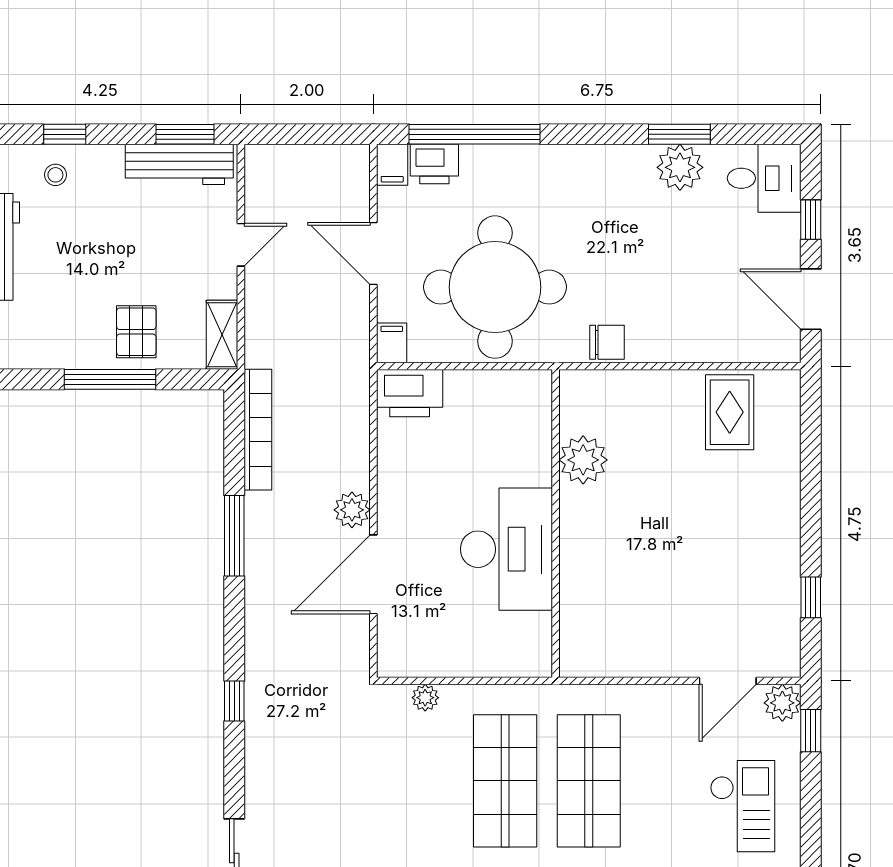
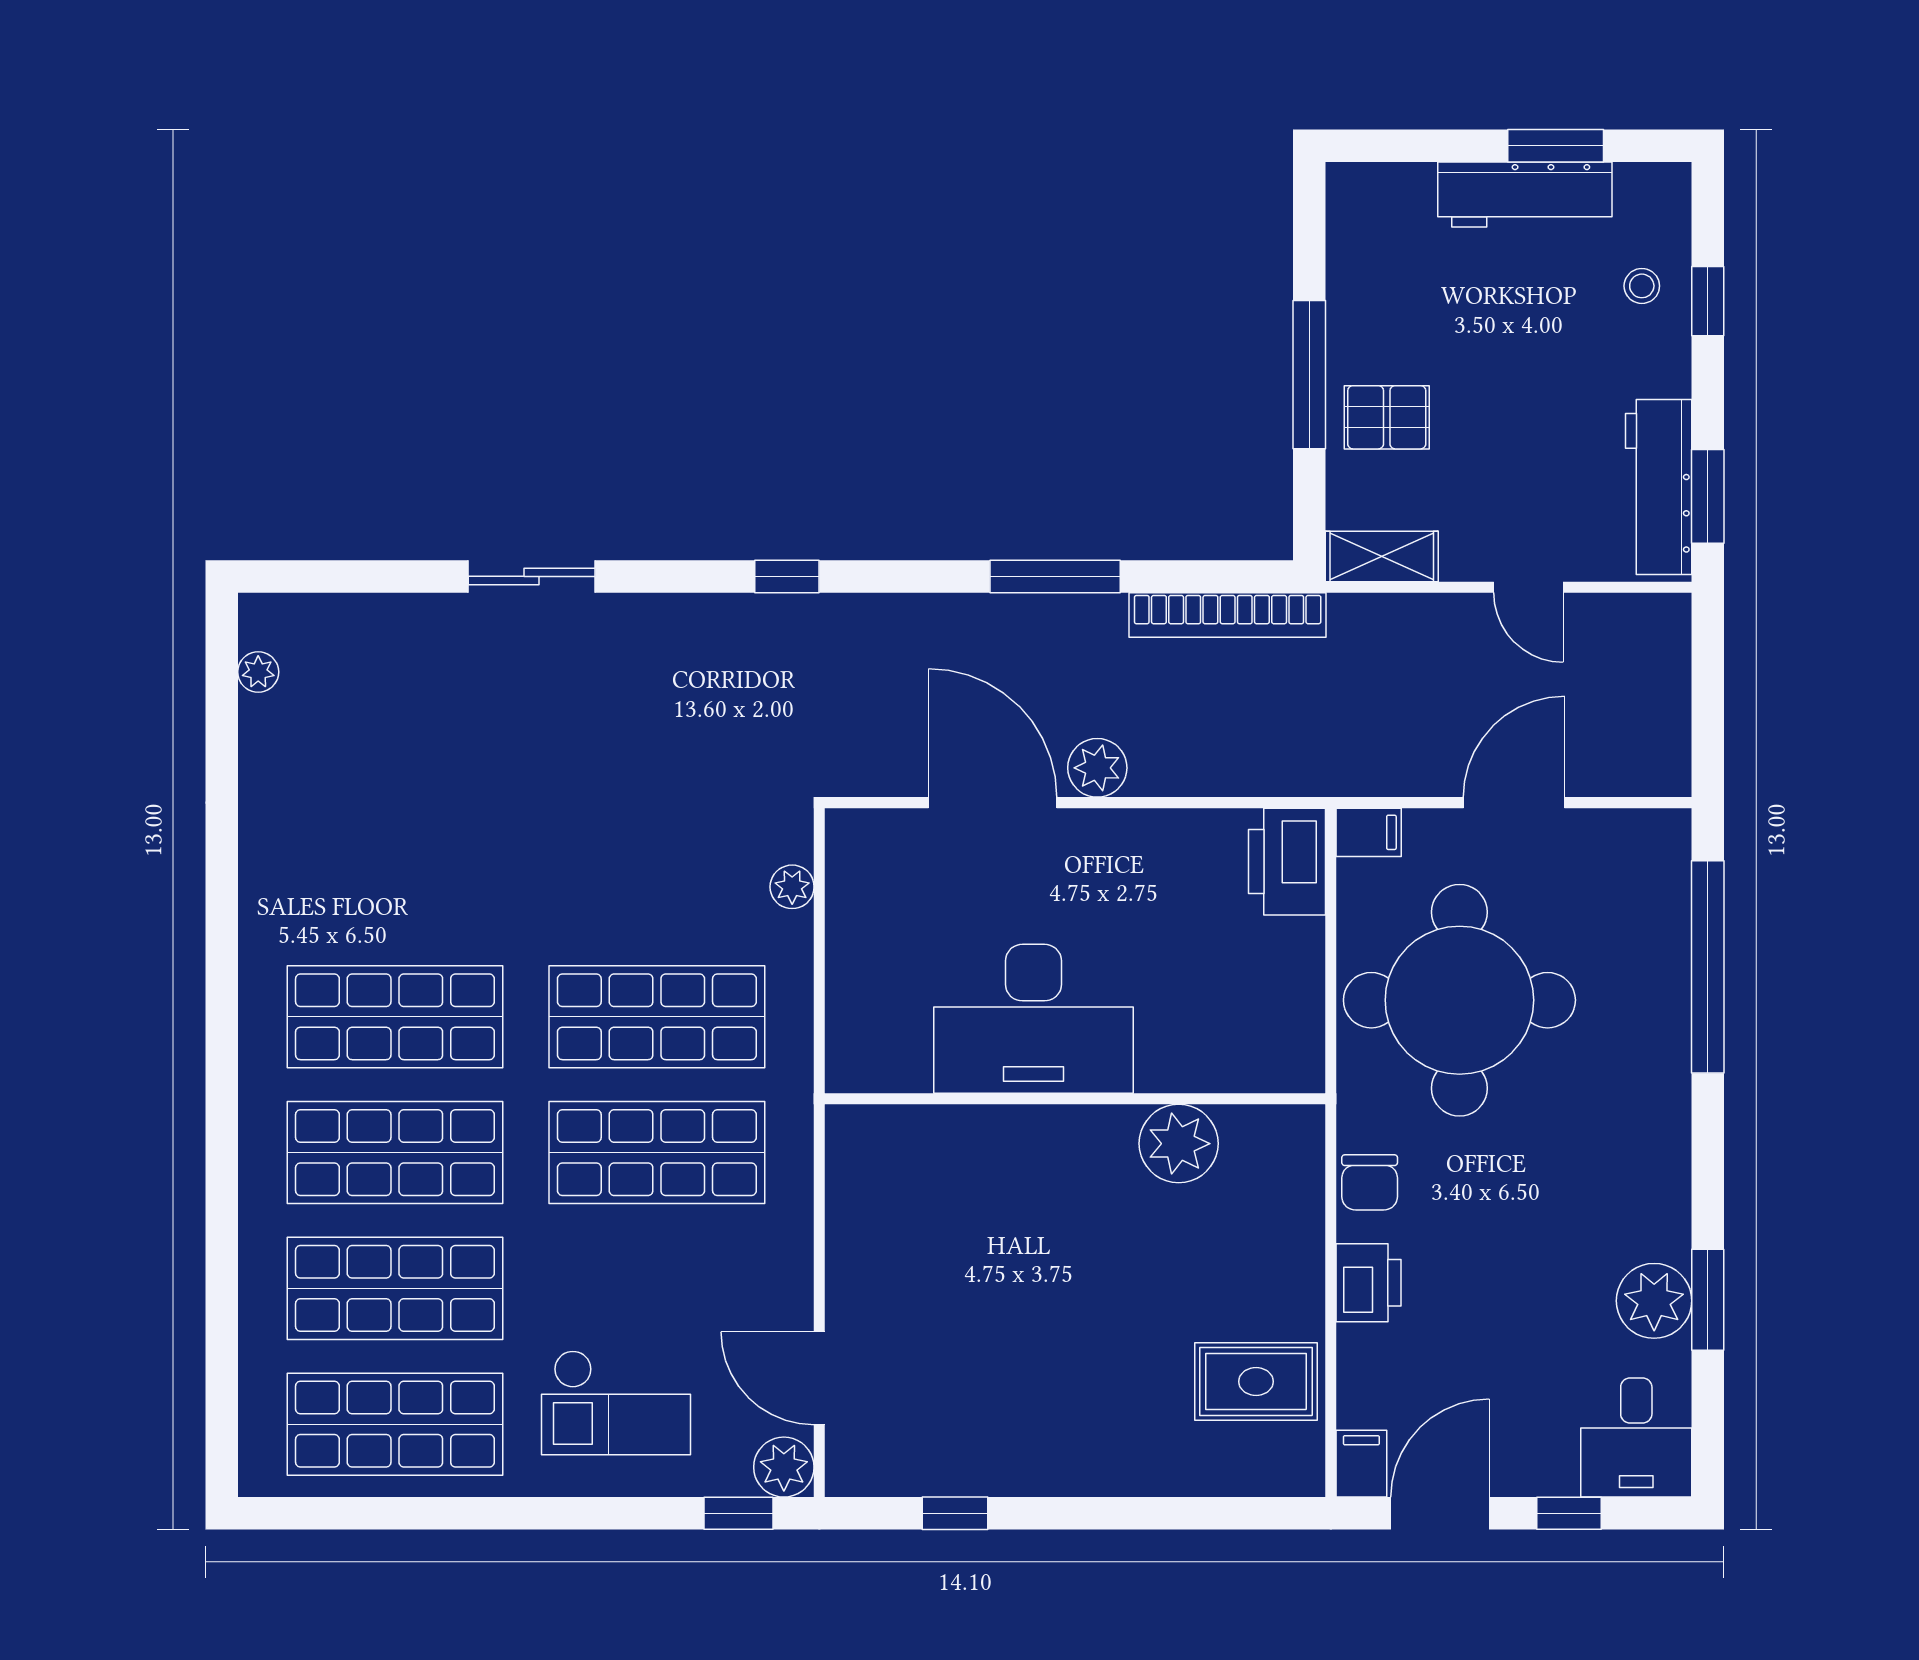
printer: (434, 164) -> (1369, 1283), moved, turned 180
filing cabinet: (392, 165) -> (1361, 1464), moved, turned 90

